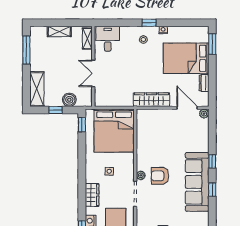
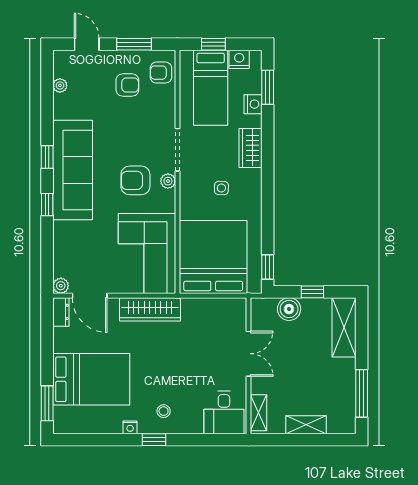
dresser: (204, 83) -> (61, 312), moved
corner sofa: (153, 133) -> (147, 254), added
armchair: (160, 176) -> (135, 180), turned 180

